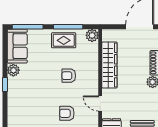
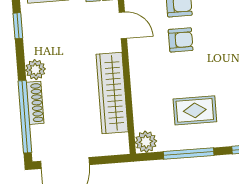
rug: (64, 40) -> (195, 110), moved
armchair: (69, 76) -> (181, 40), moved

